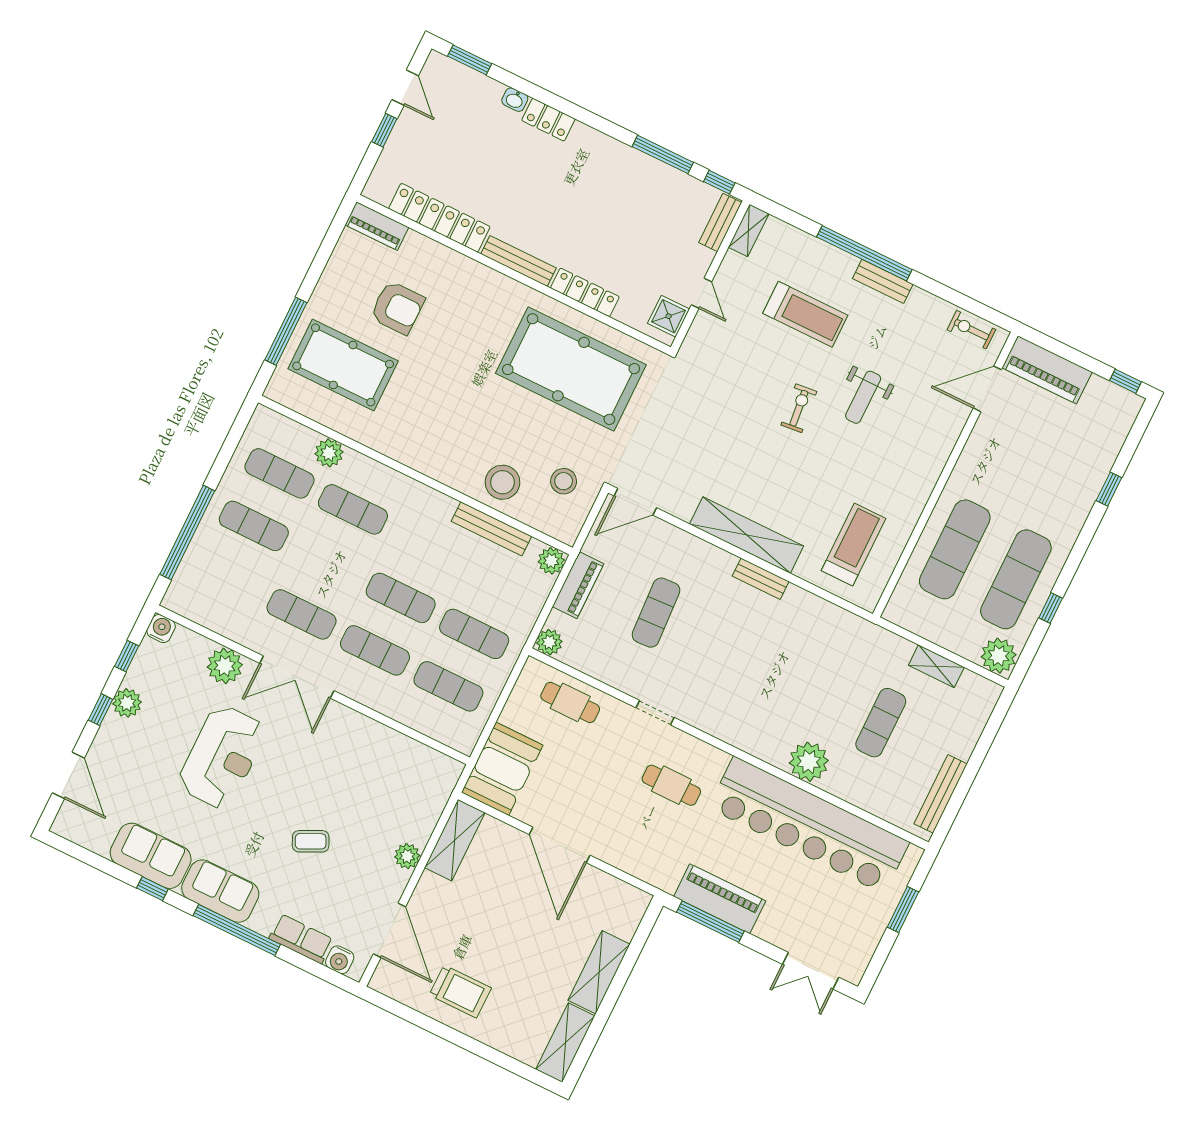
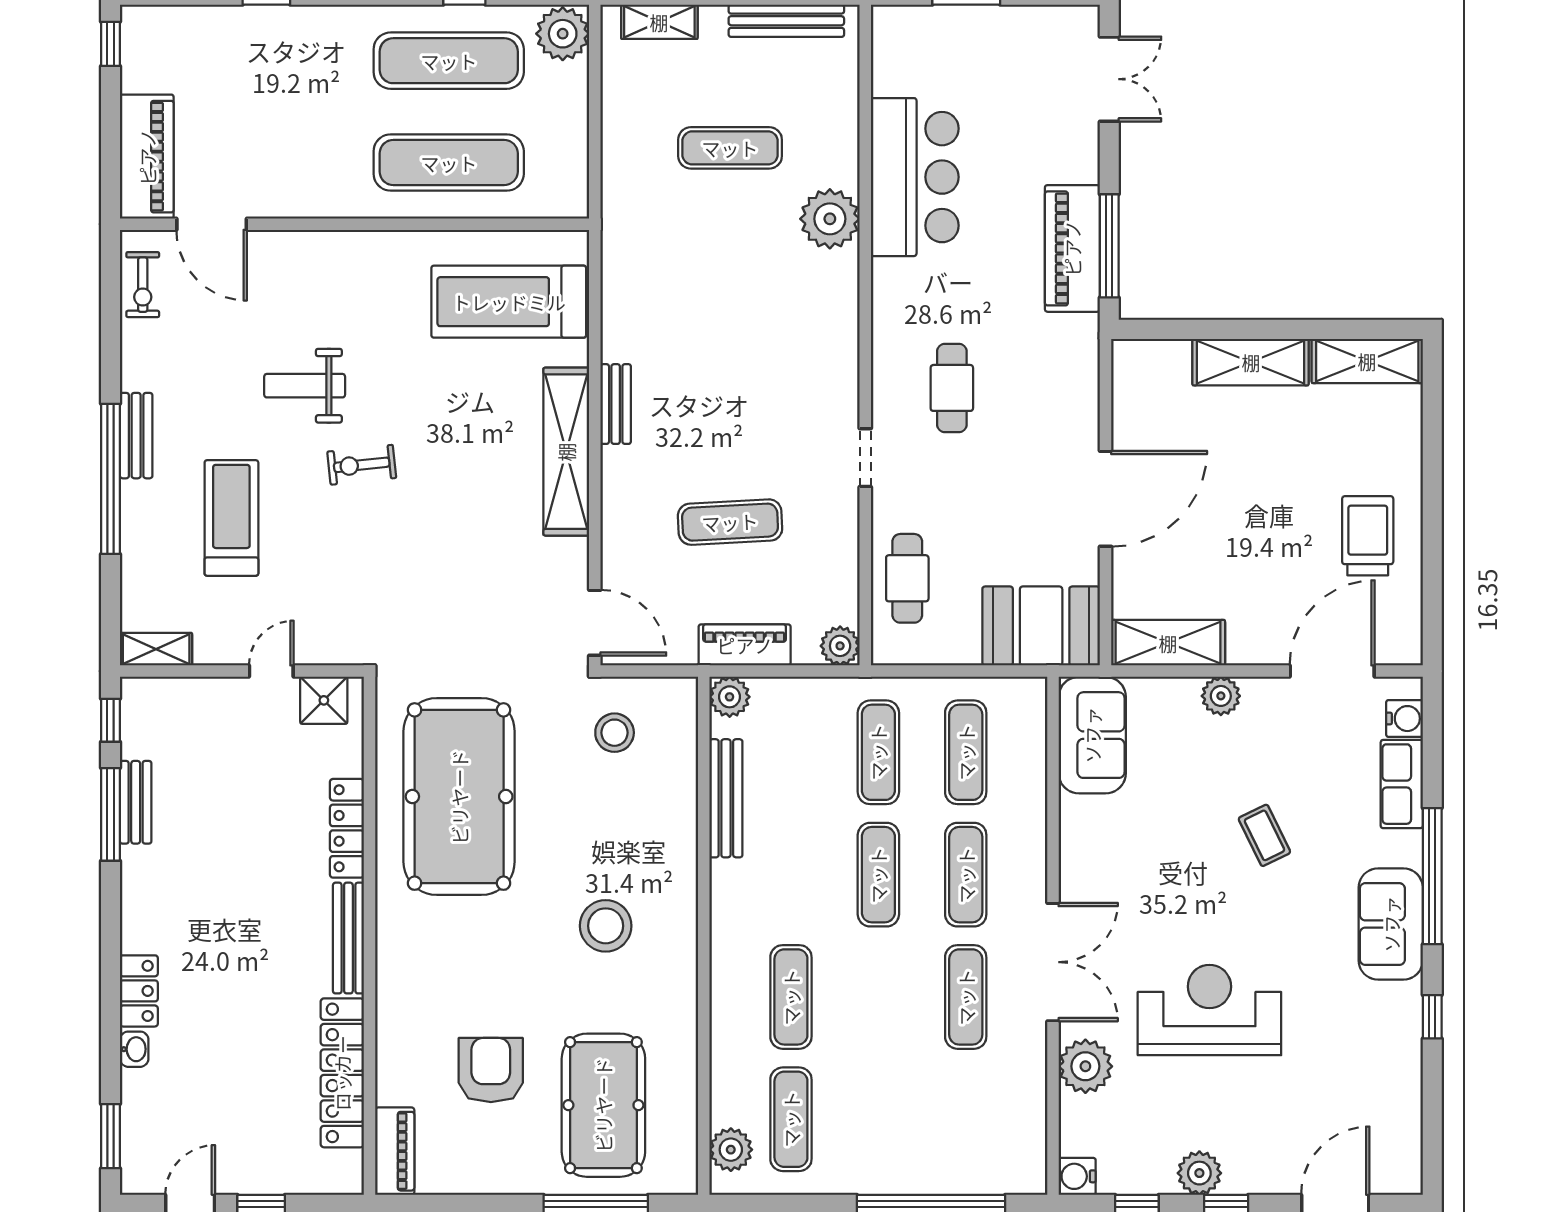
bench: (720, 223) -> (136, 802), moved, turned 90
weight bench: (863, 397) -> (305, 386), turned 180
plant: (329, 453) -> (731, 1150), moved
stool: (503, 482) -> (606, 926), moved
exercise mat: (254, 526) -> (878, 1119), removed
treadmill: (854, 544) -> (509, 302), width x1.37, depth x1.38
shelving: (936, 666) -> (659, 22), moved, turned 90
bar counter: (809, 825) -> (915, 177), width x0.54
sofa: (151, 856) -> (1092, 735), moved, turned 180

